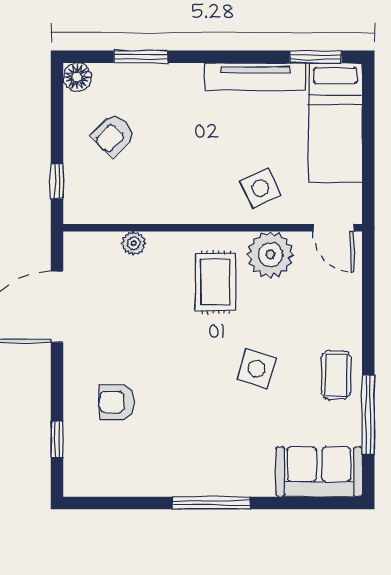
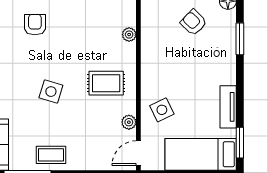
tv unit: (255, 77) -> (228, 107), width x0.71
plant: (270, 255) -> (129, 122), width x0.53, depth x0.53
side table: (257, 369) -> (51, 92), moved

